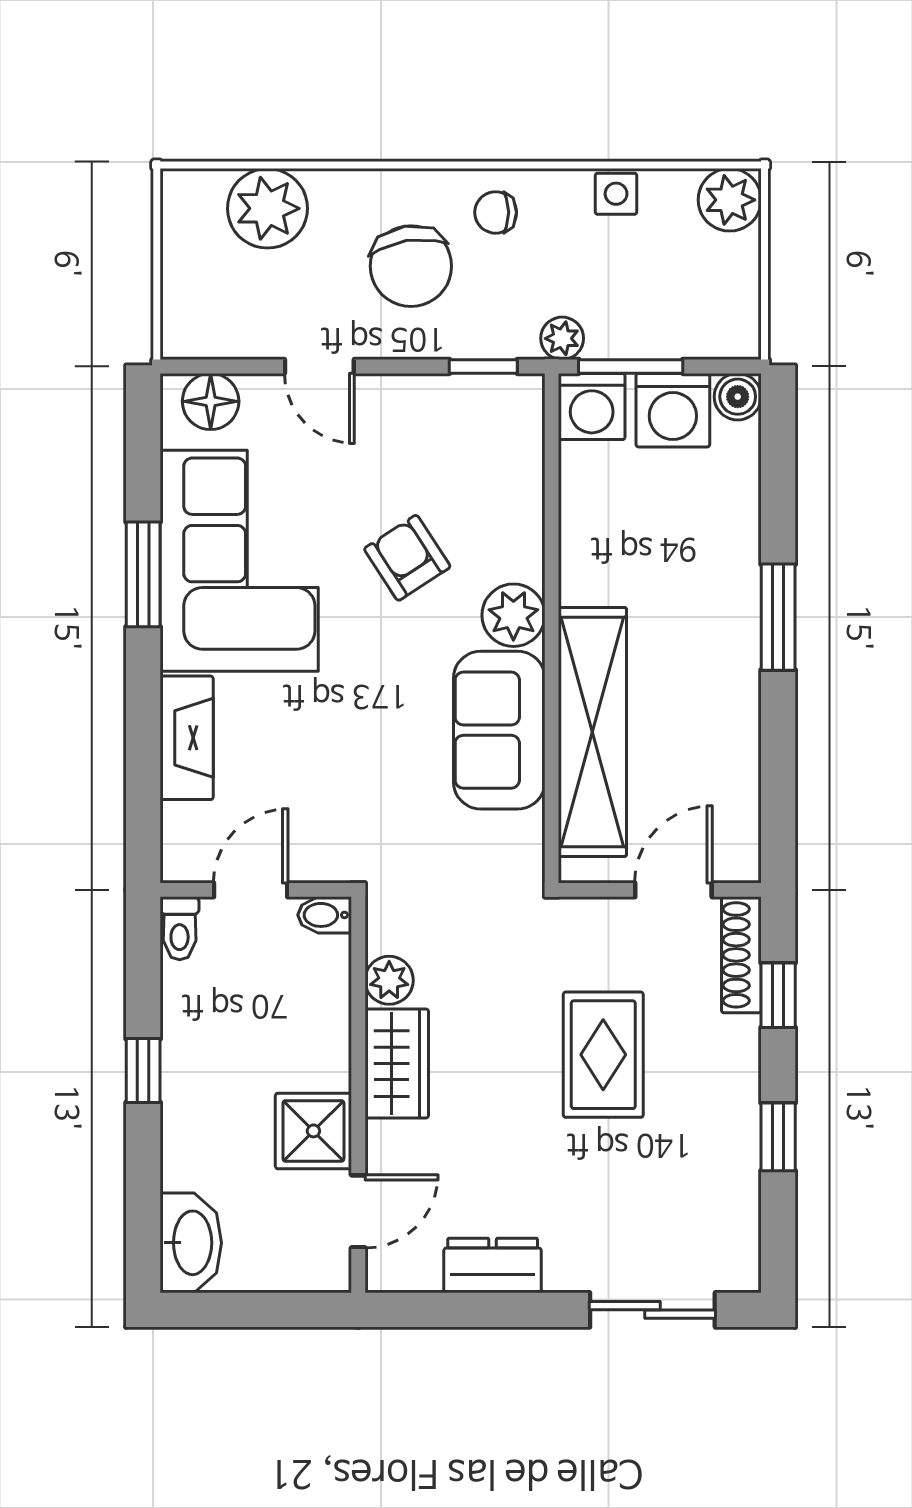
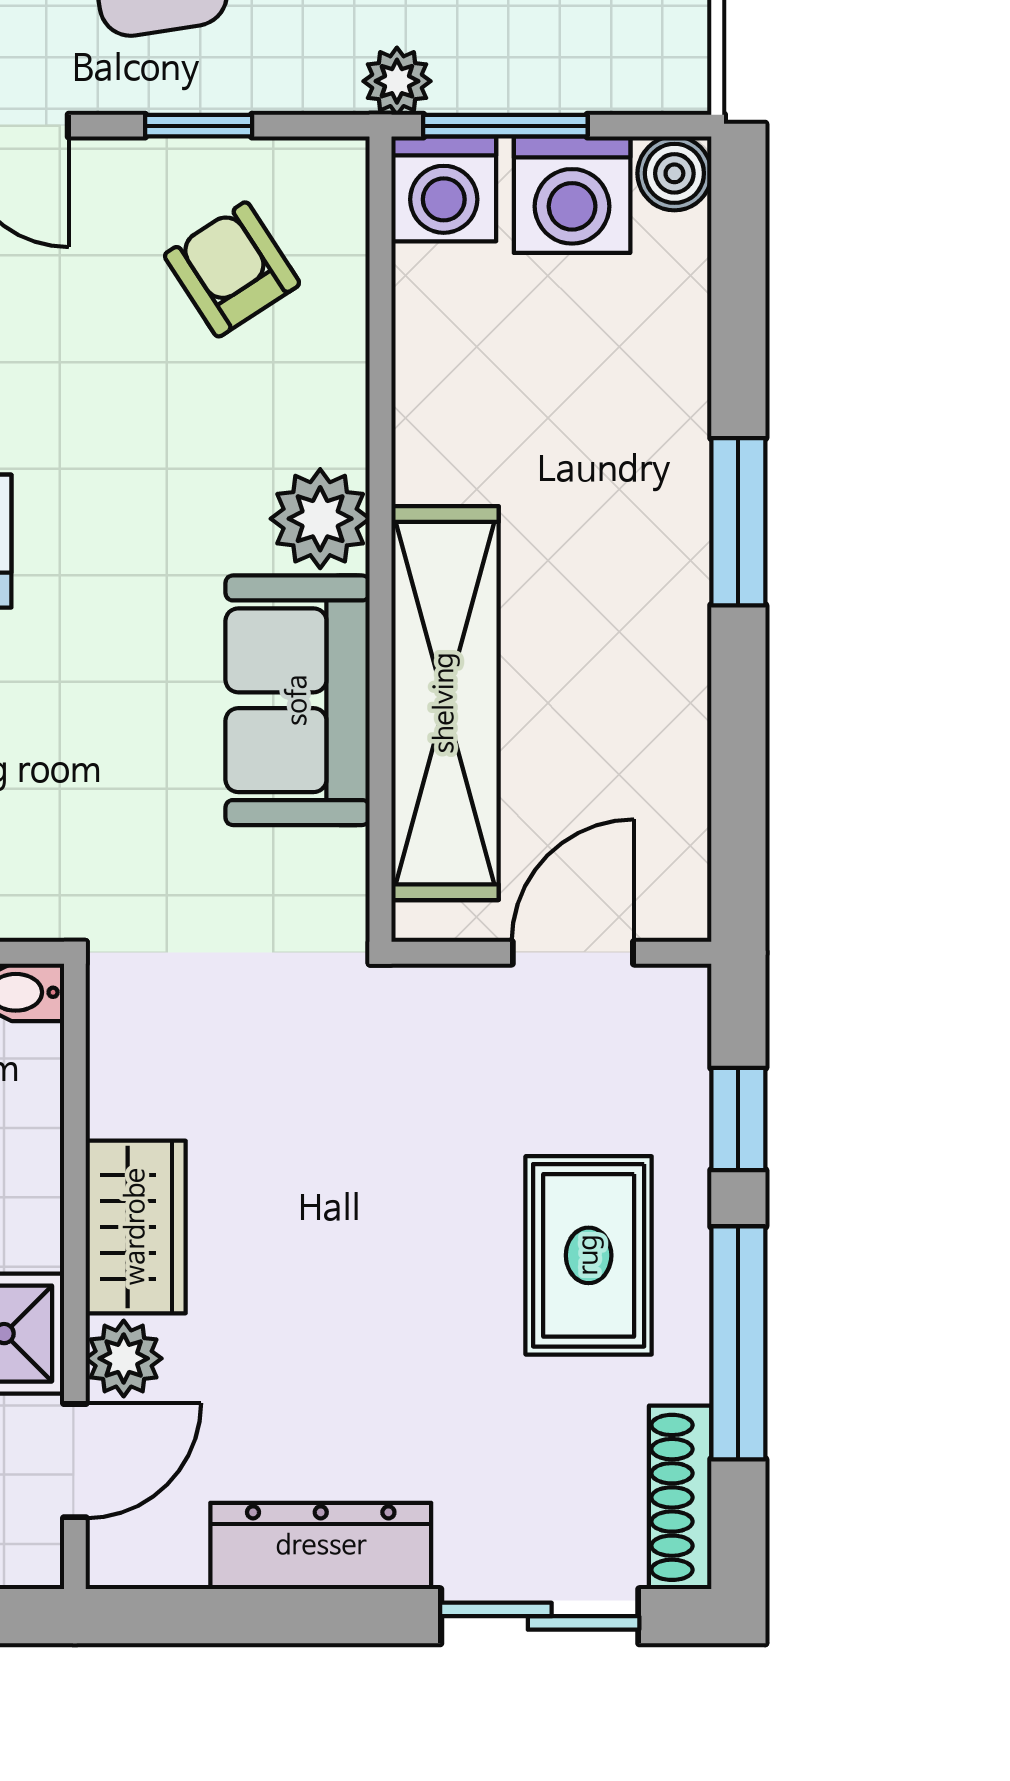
window: (483, 366) -> (199, 126), moved
armchair: (407, 558) -> (232, 269), moved
shoe rack: (741, 955) -> (680, 1497), moved
plant: (389, 980) -> (124, 1358), moved
rug: (603, 1055) -> (589, 1255), moved
window: (778, 1137) -> (738, 1343), width x2.17
dresser: (493, 1265) -> (321, 1546), width x1.44

